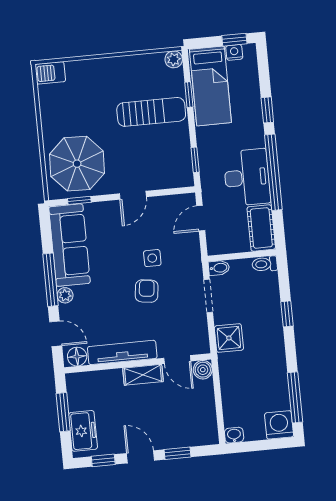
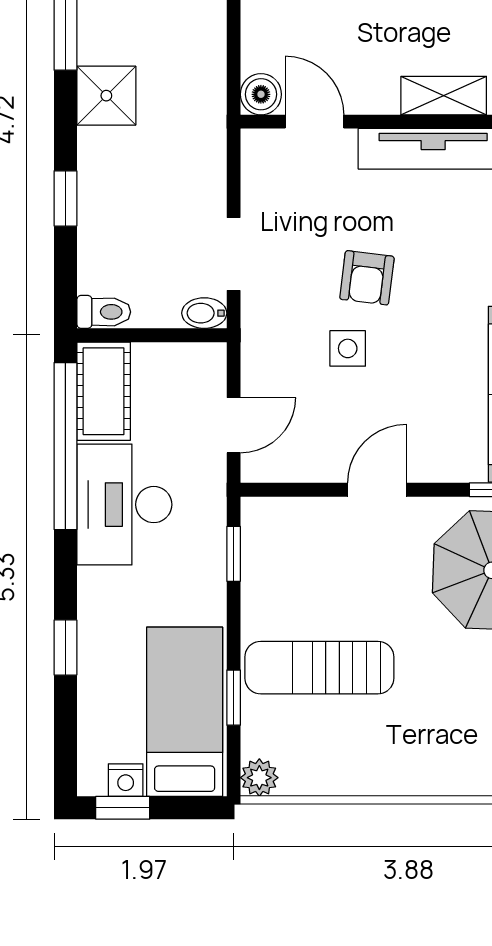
window: (273, 172) -> (65, 446), moved
shower: (229, 338) -> (106, 96), moved
shelving: (143, 375) -> (444, 96), moved

